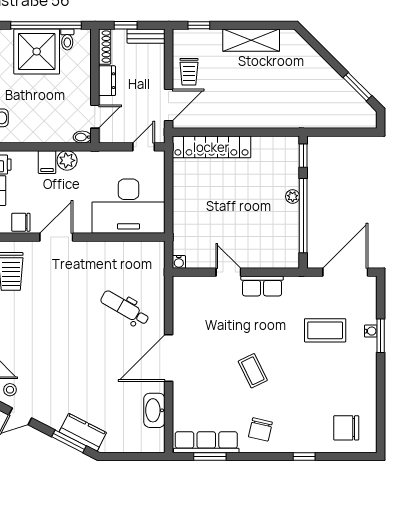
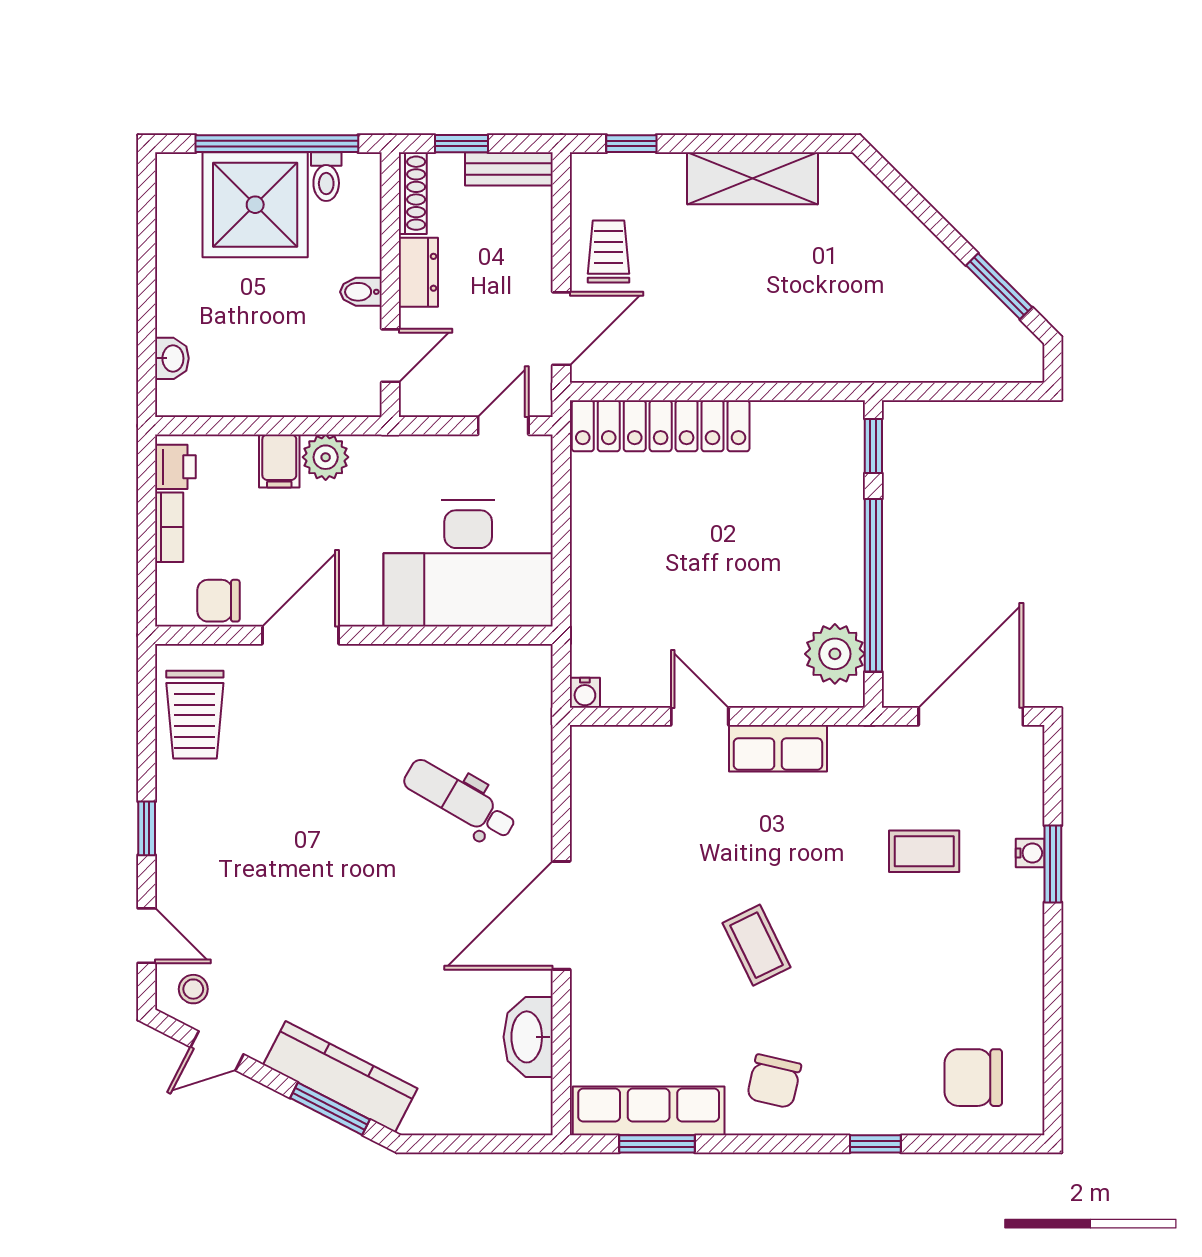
trolley: (189, 72) -> (608, 251), turned 180
bidet: (82, 137) -> (361, 292), moved
plant: (293, 197) -> (835, 654), moved, width x1.88, depth x1.88
coffee table: (325, 330) -> (924, 851), width x0.73, depth x0.77
kitchen counter: (83, 432) -> (340, 1077), width x1.50

